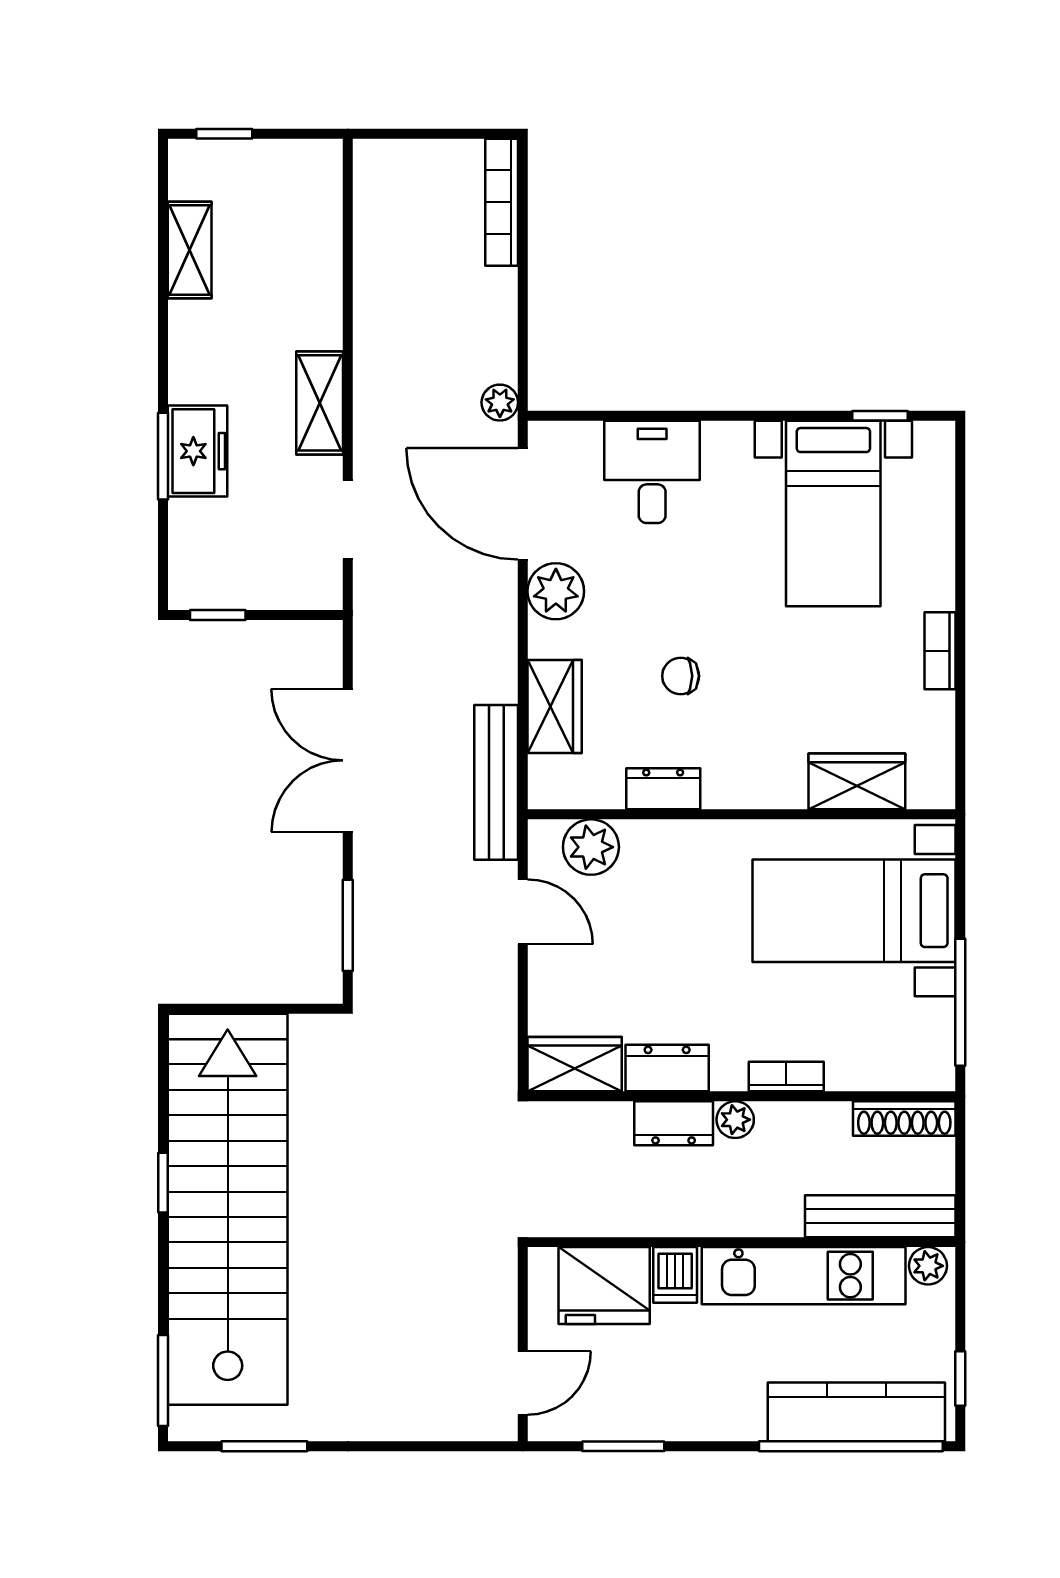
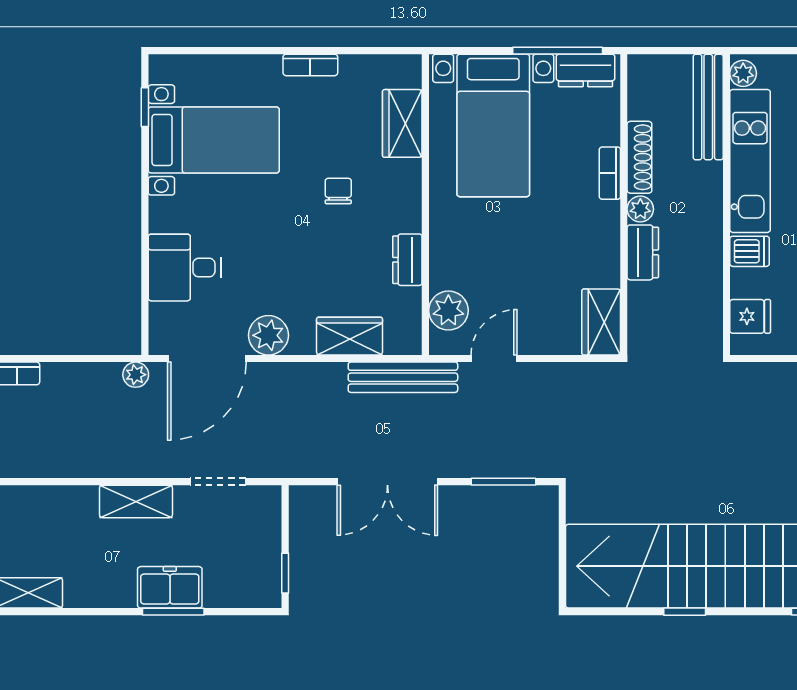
chair: (681, 676) -> (338, 191), moved, turned 180
dresser: (667, 1068) -> (585, 70), moved, turned -90
shoe rack: (904, 1119) -> (639, 157), moved
fridge: (604, 1286) -> (750, 316), width x0.53, depth x0.75

